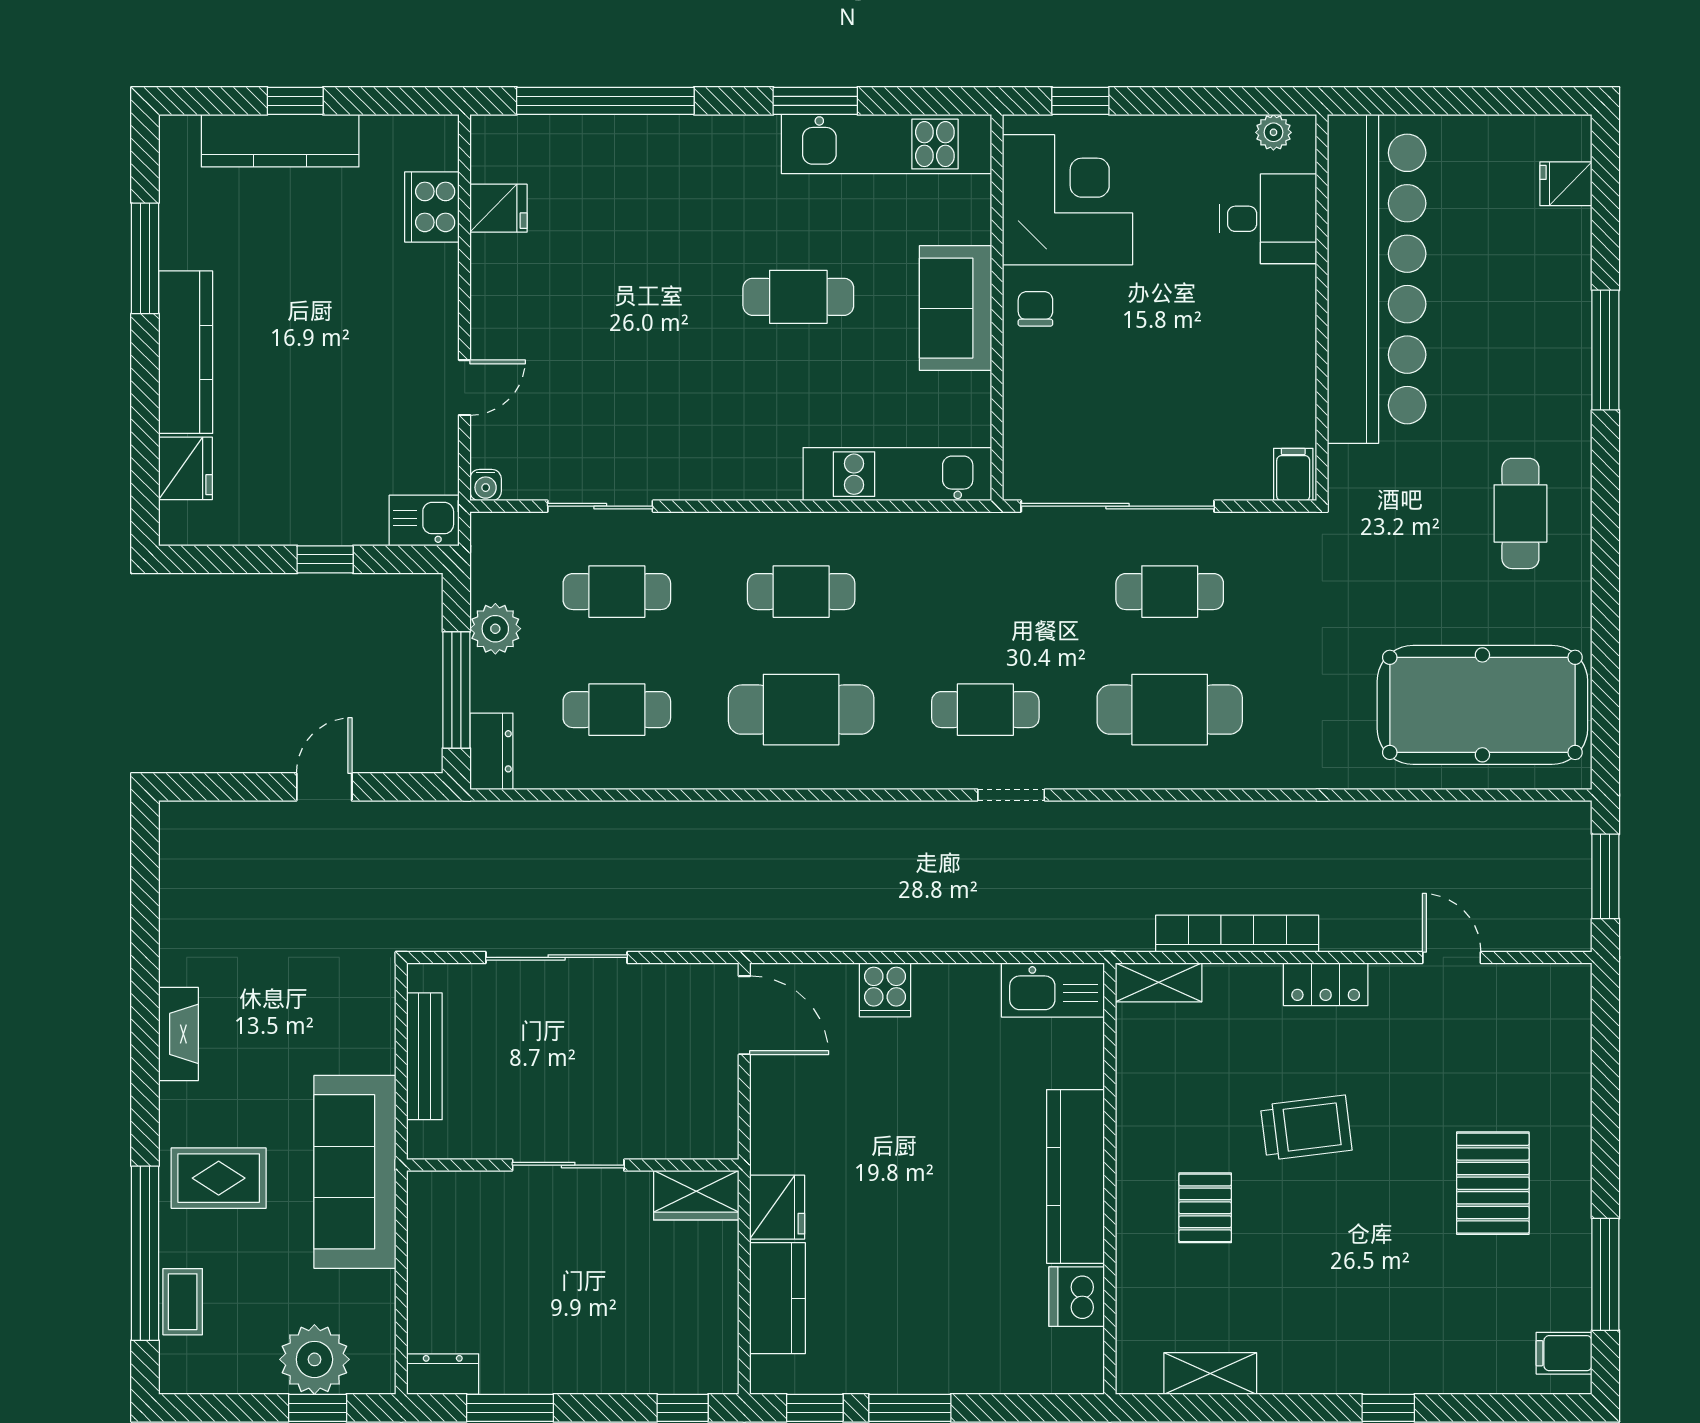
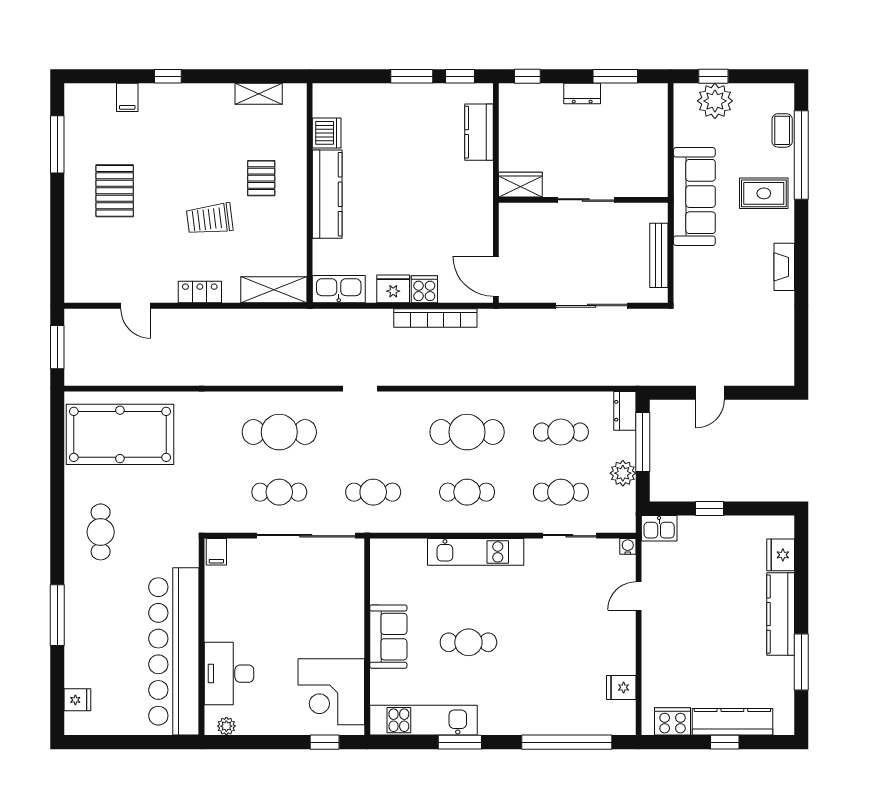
cooker: (432, 207) -> (673, 721), moved, turned -90
desk: (1268, 219) -> (229, 674), width x1.37
chair: (1035, 309) -> (348, 636), removed
kitchen unit: (897, 474) -> (476, 552), moved
cafe table: (985, 710) -> (373, 492), moved
bookcase: (1237, 934) -> (435, 318), moved
shelving: (1159, 982) -> (274, 290), width x1.50, depth x1.33
fridge: (777, 1207) -> (393, 289), moved, turned 90
filing cabinet: (1564, 1353) -> (127, 97), moved, turned 90
dresser: (443, 1374) -> (582, 93), moved

